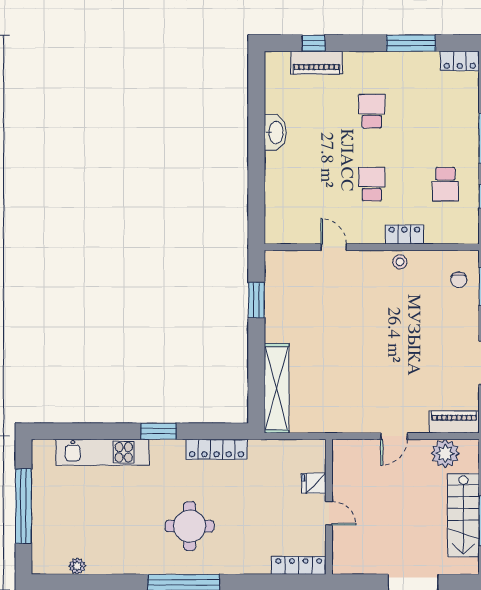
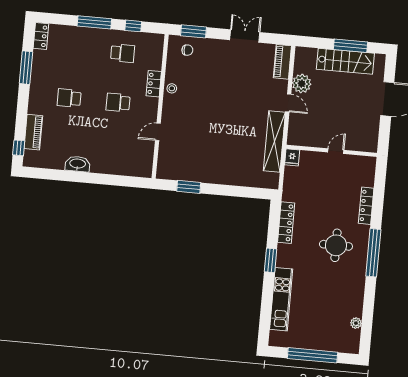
window: (314, 43) -> (19, 148), moved
shelving: (277, 388) -> (274, 141), moved, turned 90
plant: (445, 453) -> (302, 84), moved
fridge: (314, 483) -> (292, 157), moved
locker: (299, 565) -> (366, 206), moved

